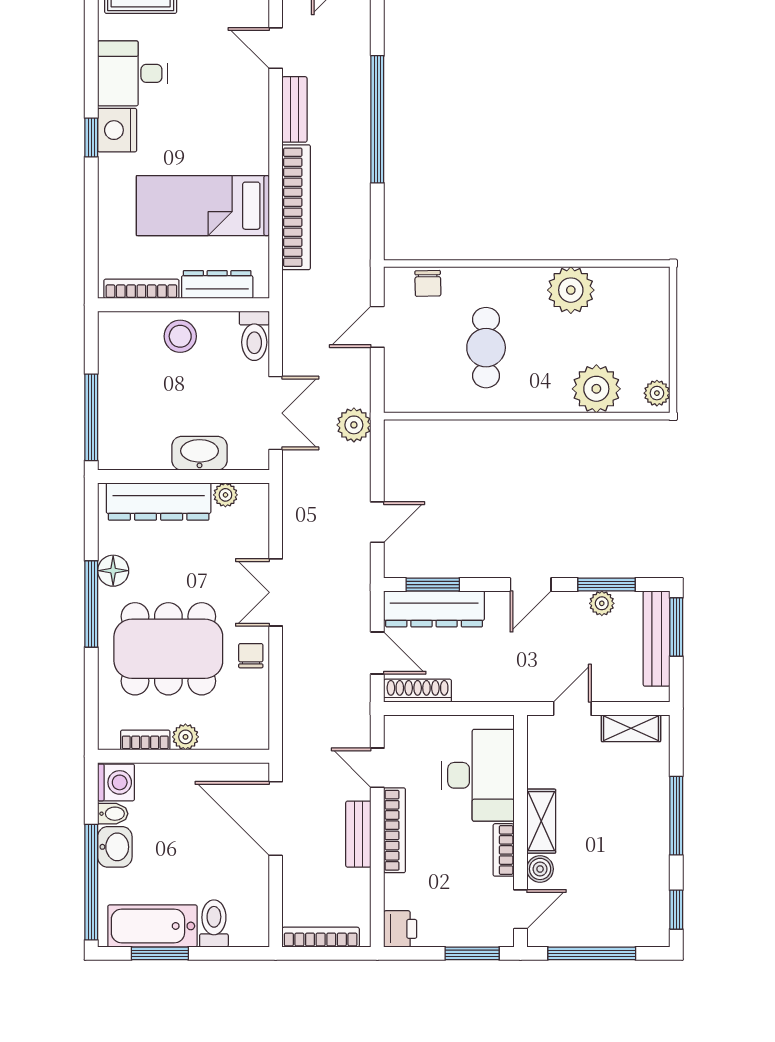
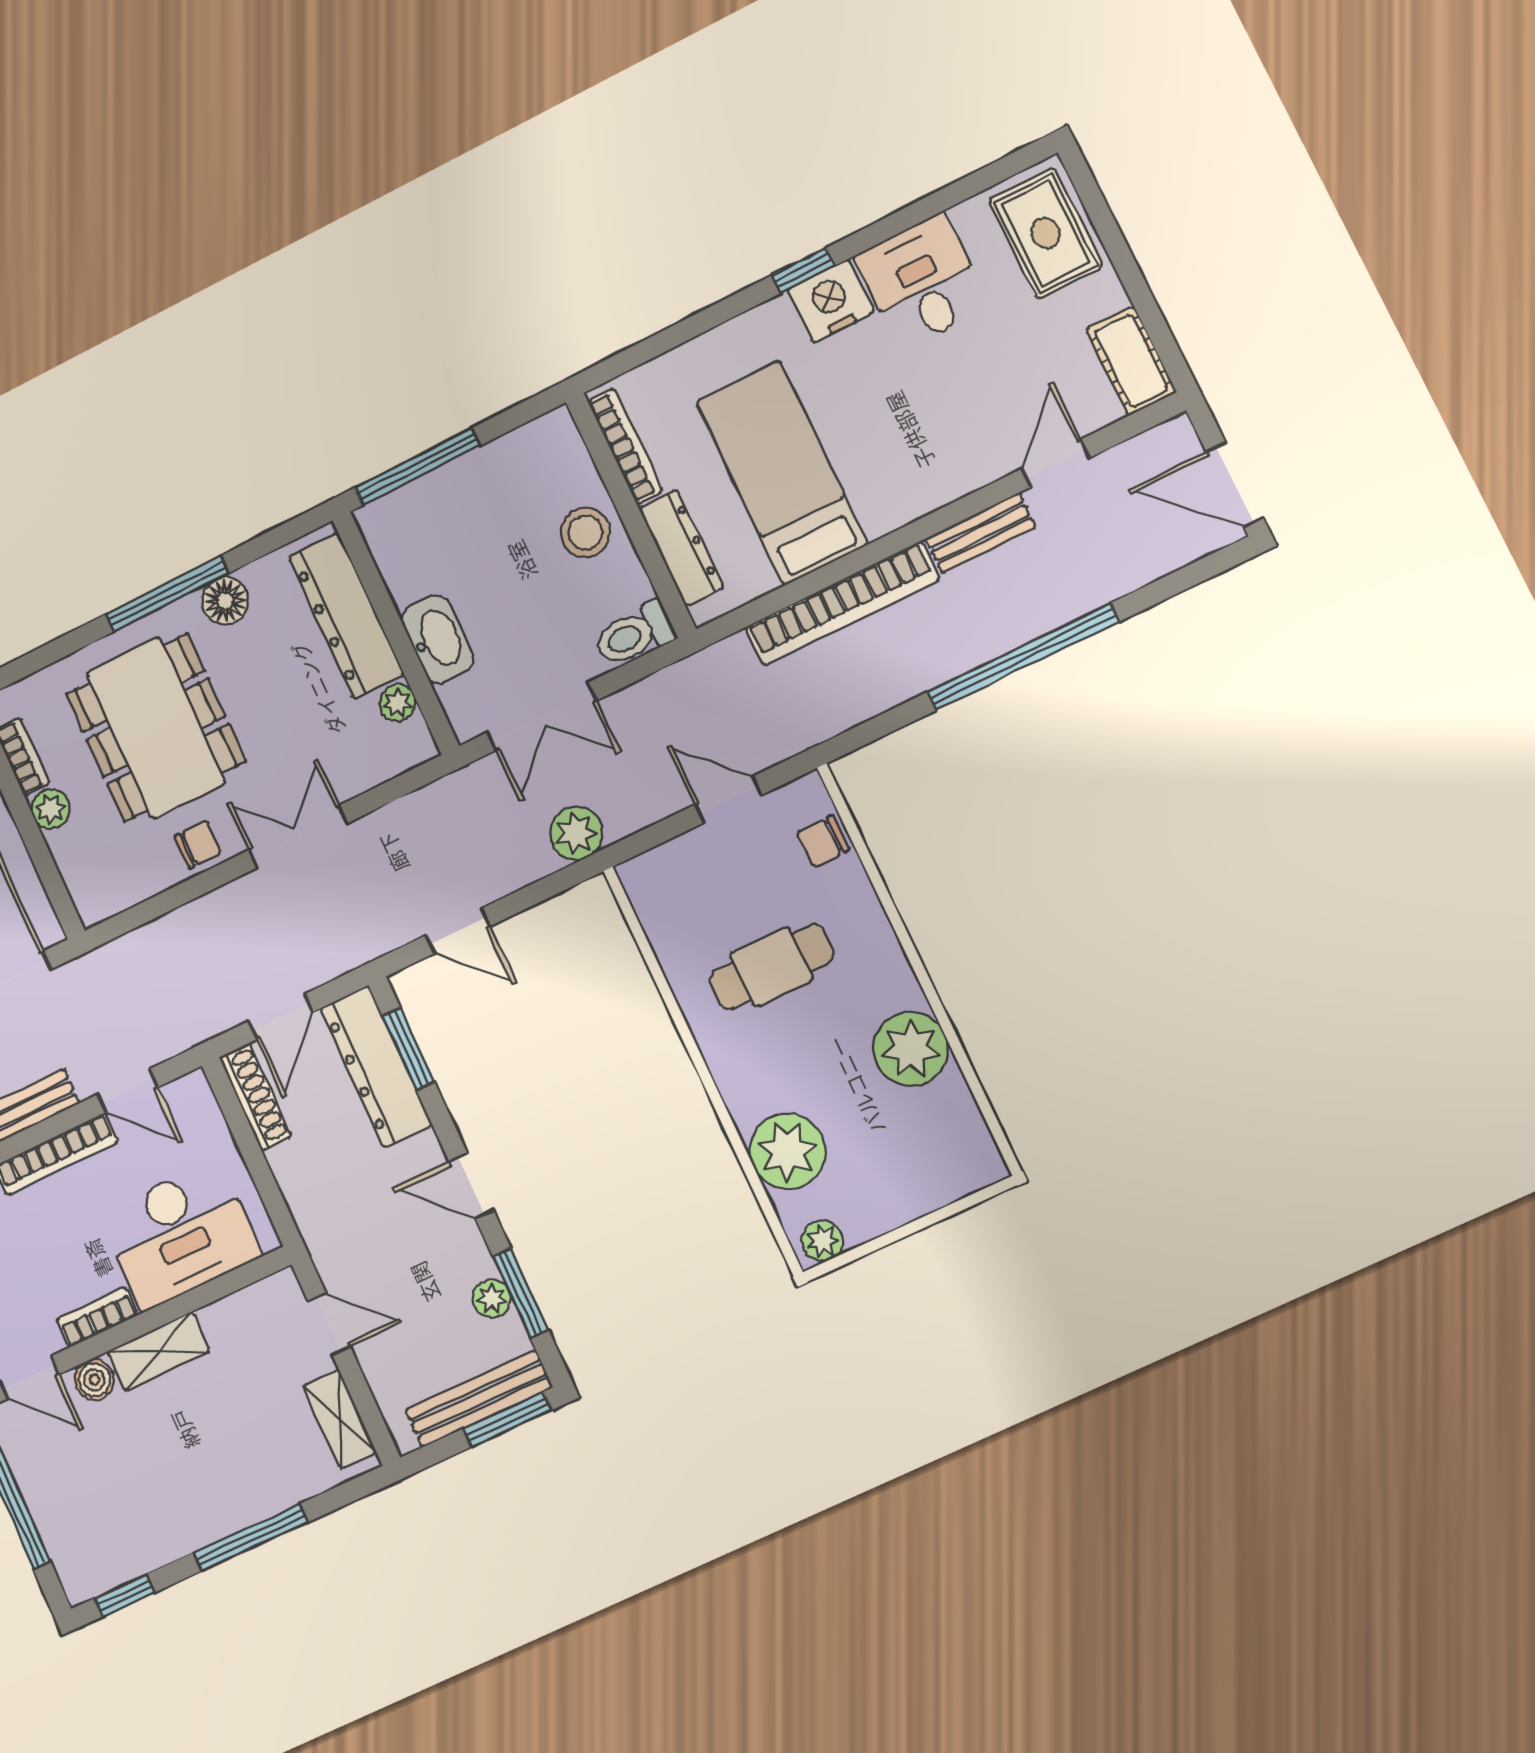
door: (377, 768) -> (128, 1091), swing flipped

